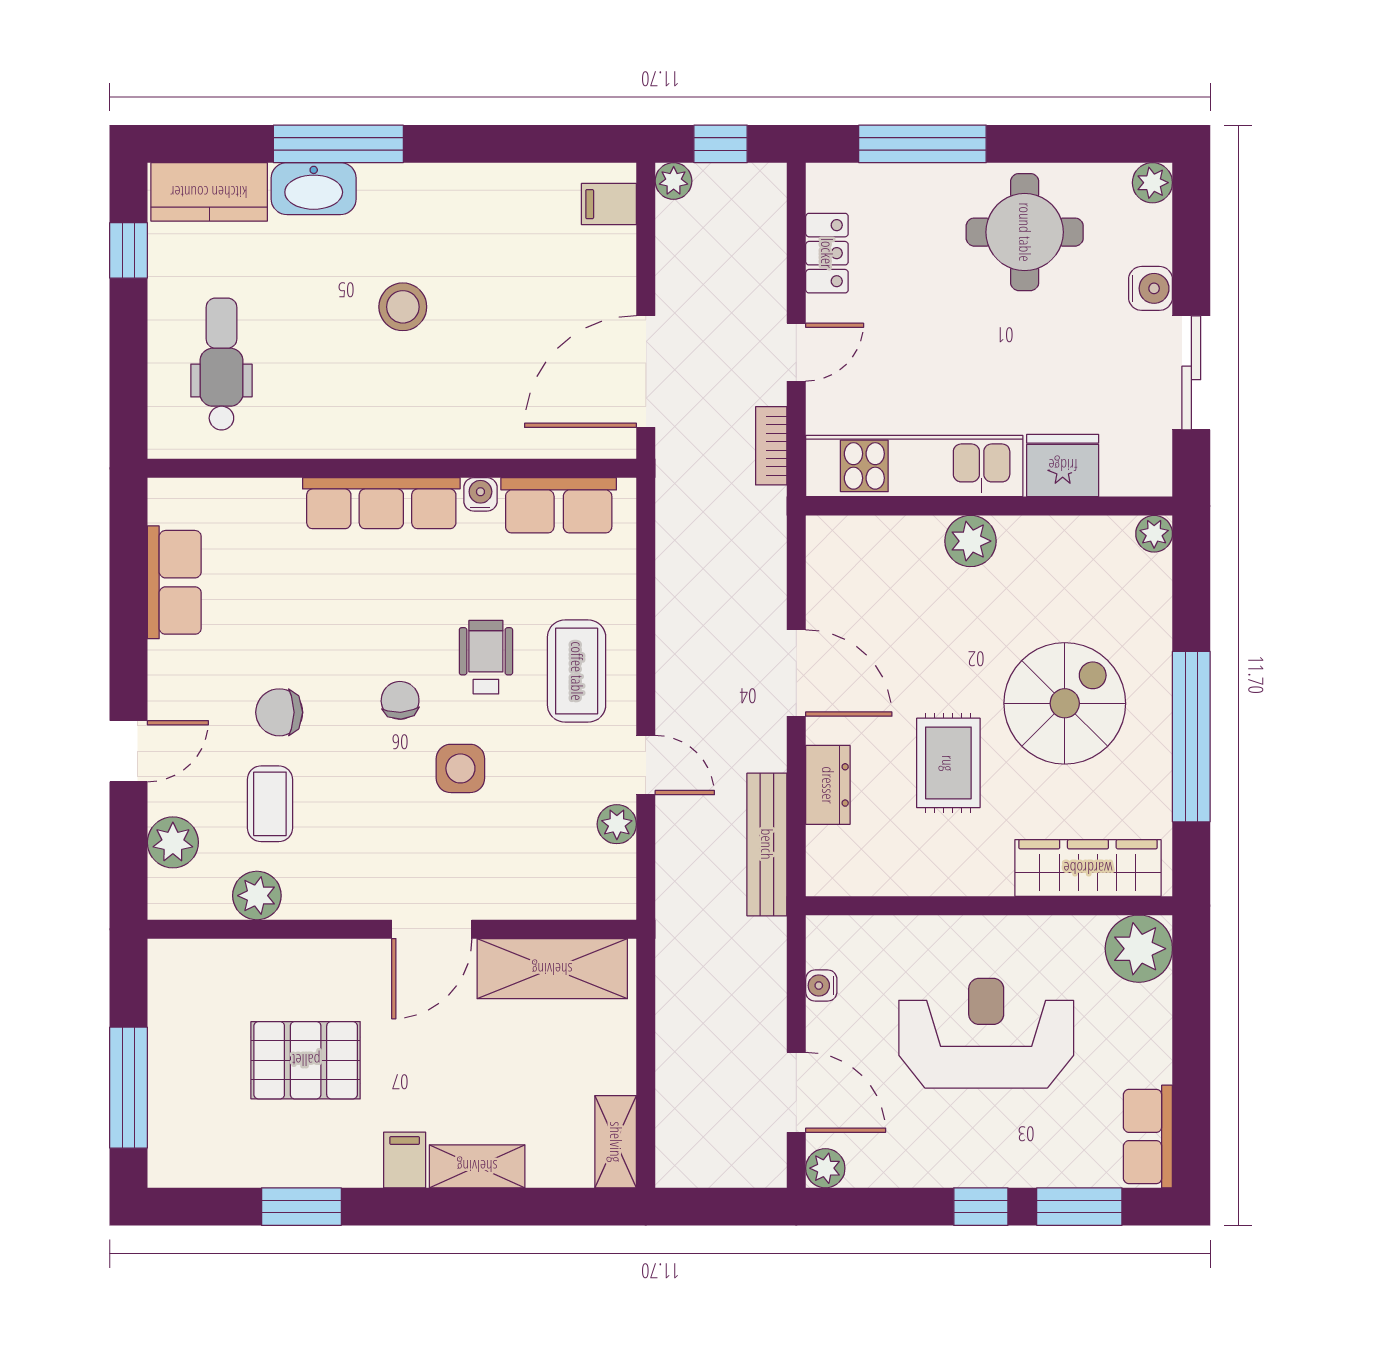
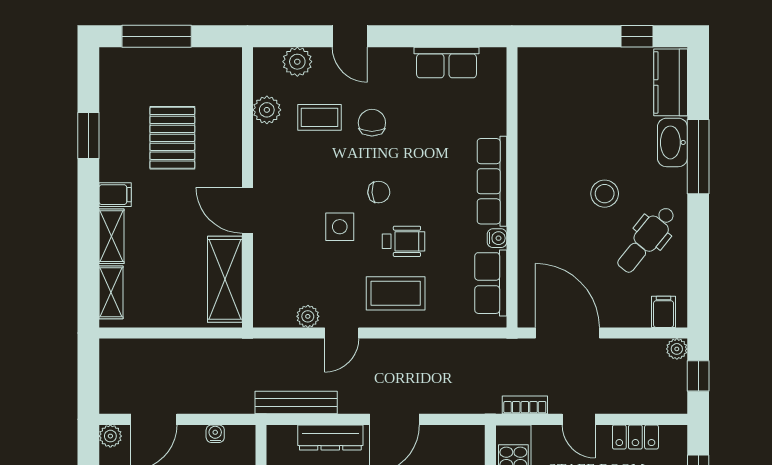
dental chair: (221, 364) -> (646, 239), moved, turned 129
dresser: (828, 785) -> (330, 437), width x1.44
shelving: (616, 1142) -> (111, 292), moved, turned 90

